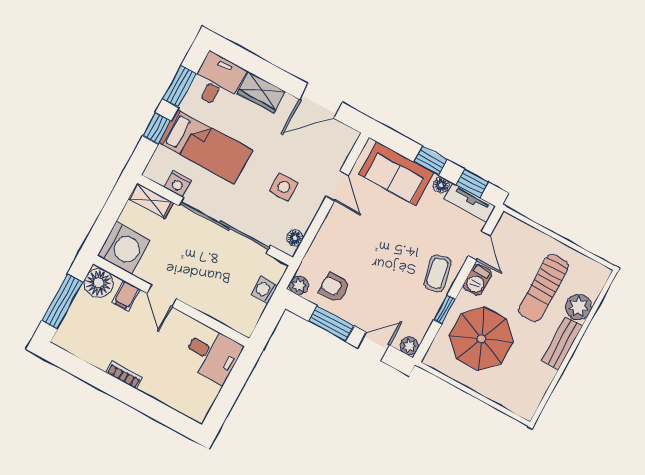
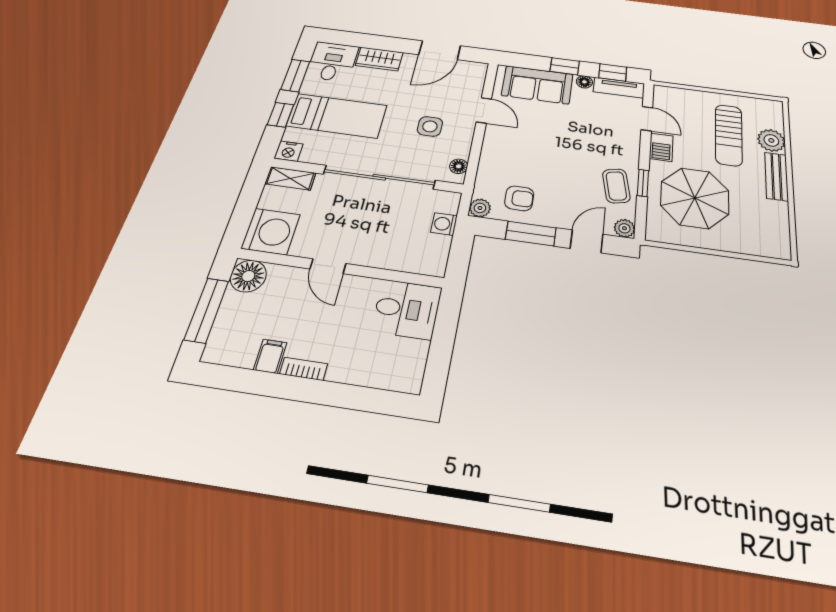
nightstand: (178, 184) -> (289, 151), moved
coffee table: (438, 273) -> (616, 186), moved
armchair: (334, 287) -> (519, 198), turned 180
filing cabinet: (126, 296) -> (270, 356), moved, turned 180

